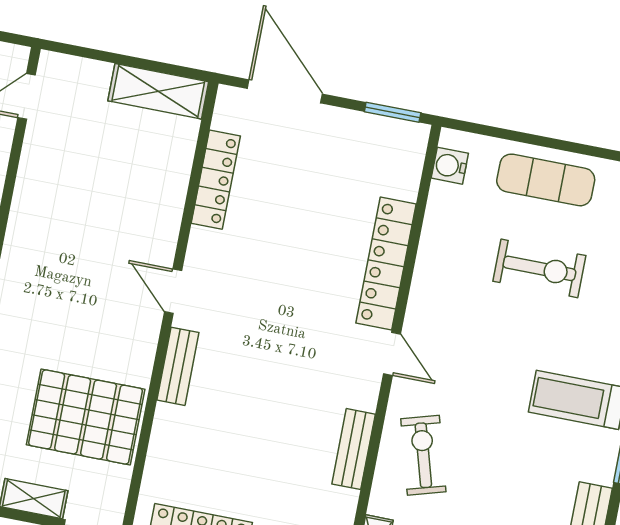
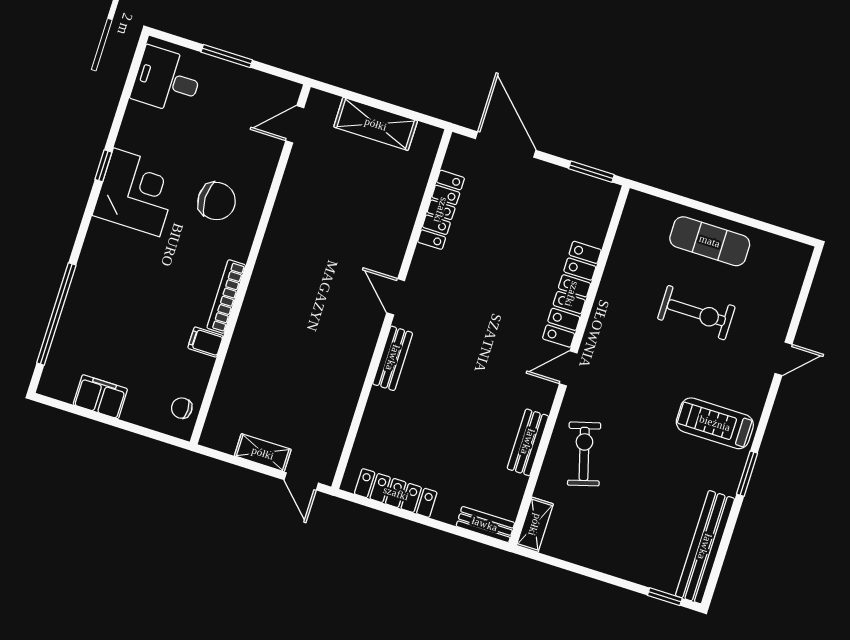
shelving: (158, 91) -> (376, 124), moved
water cooler: (450, 166) -> (633, 221), removed
door: (392, 354) -> (568, 368), swing flipped
pallet: (86, 417) -> (313, 391), removed

